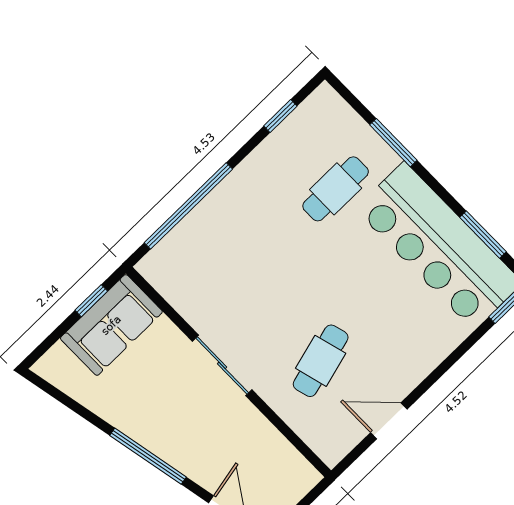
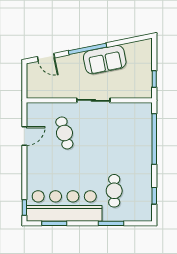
sofa: (111, 325) -> (105, 60), moved, turned -101

